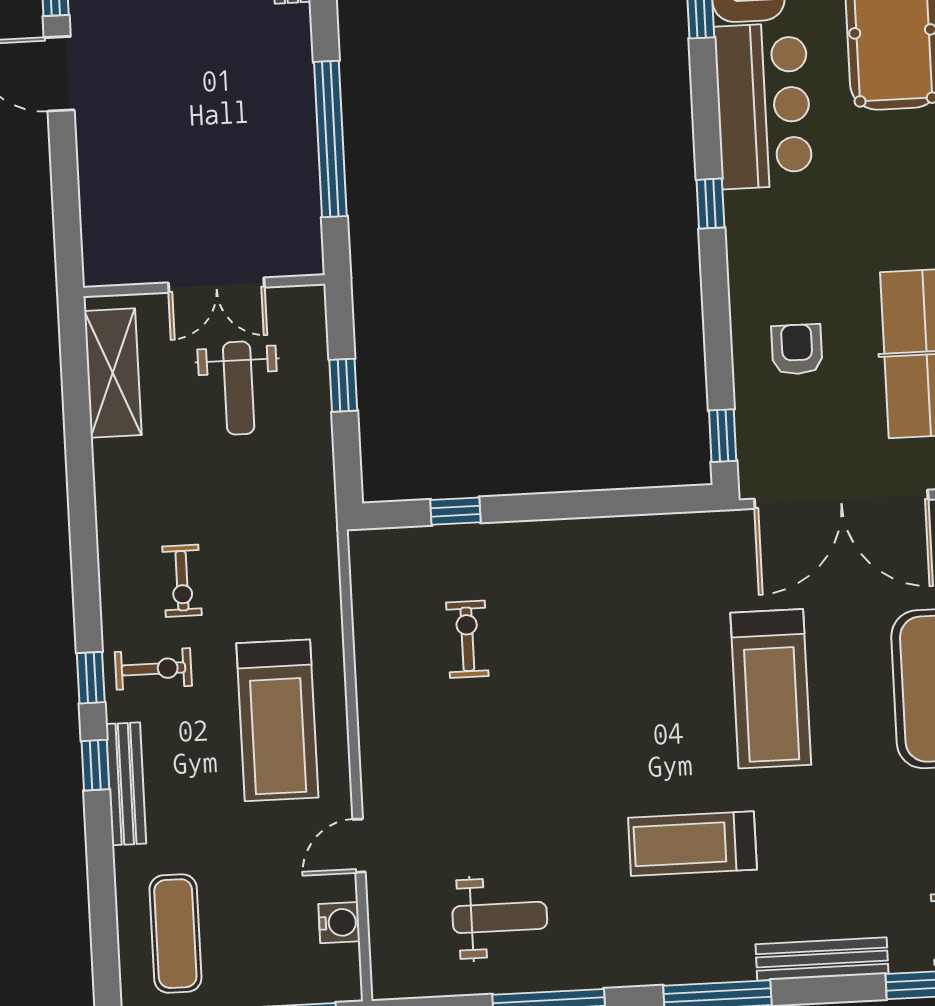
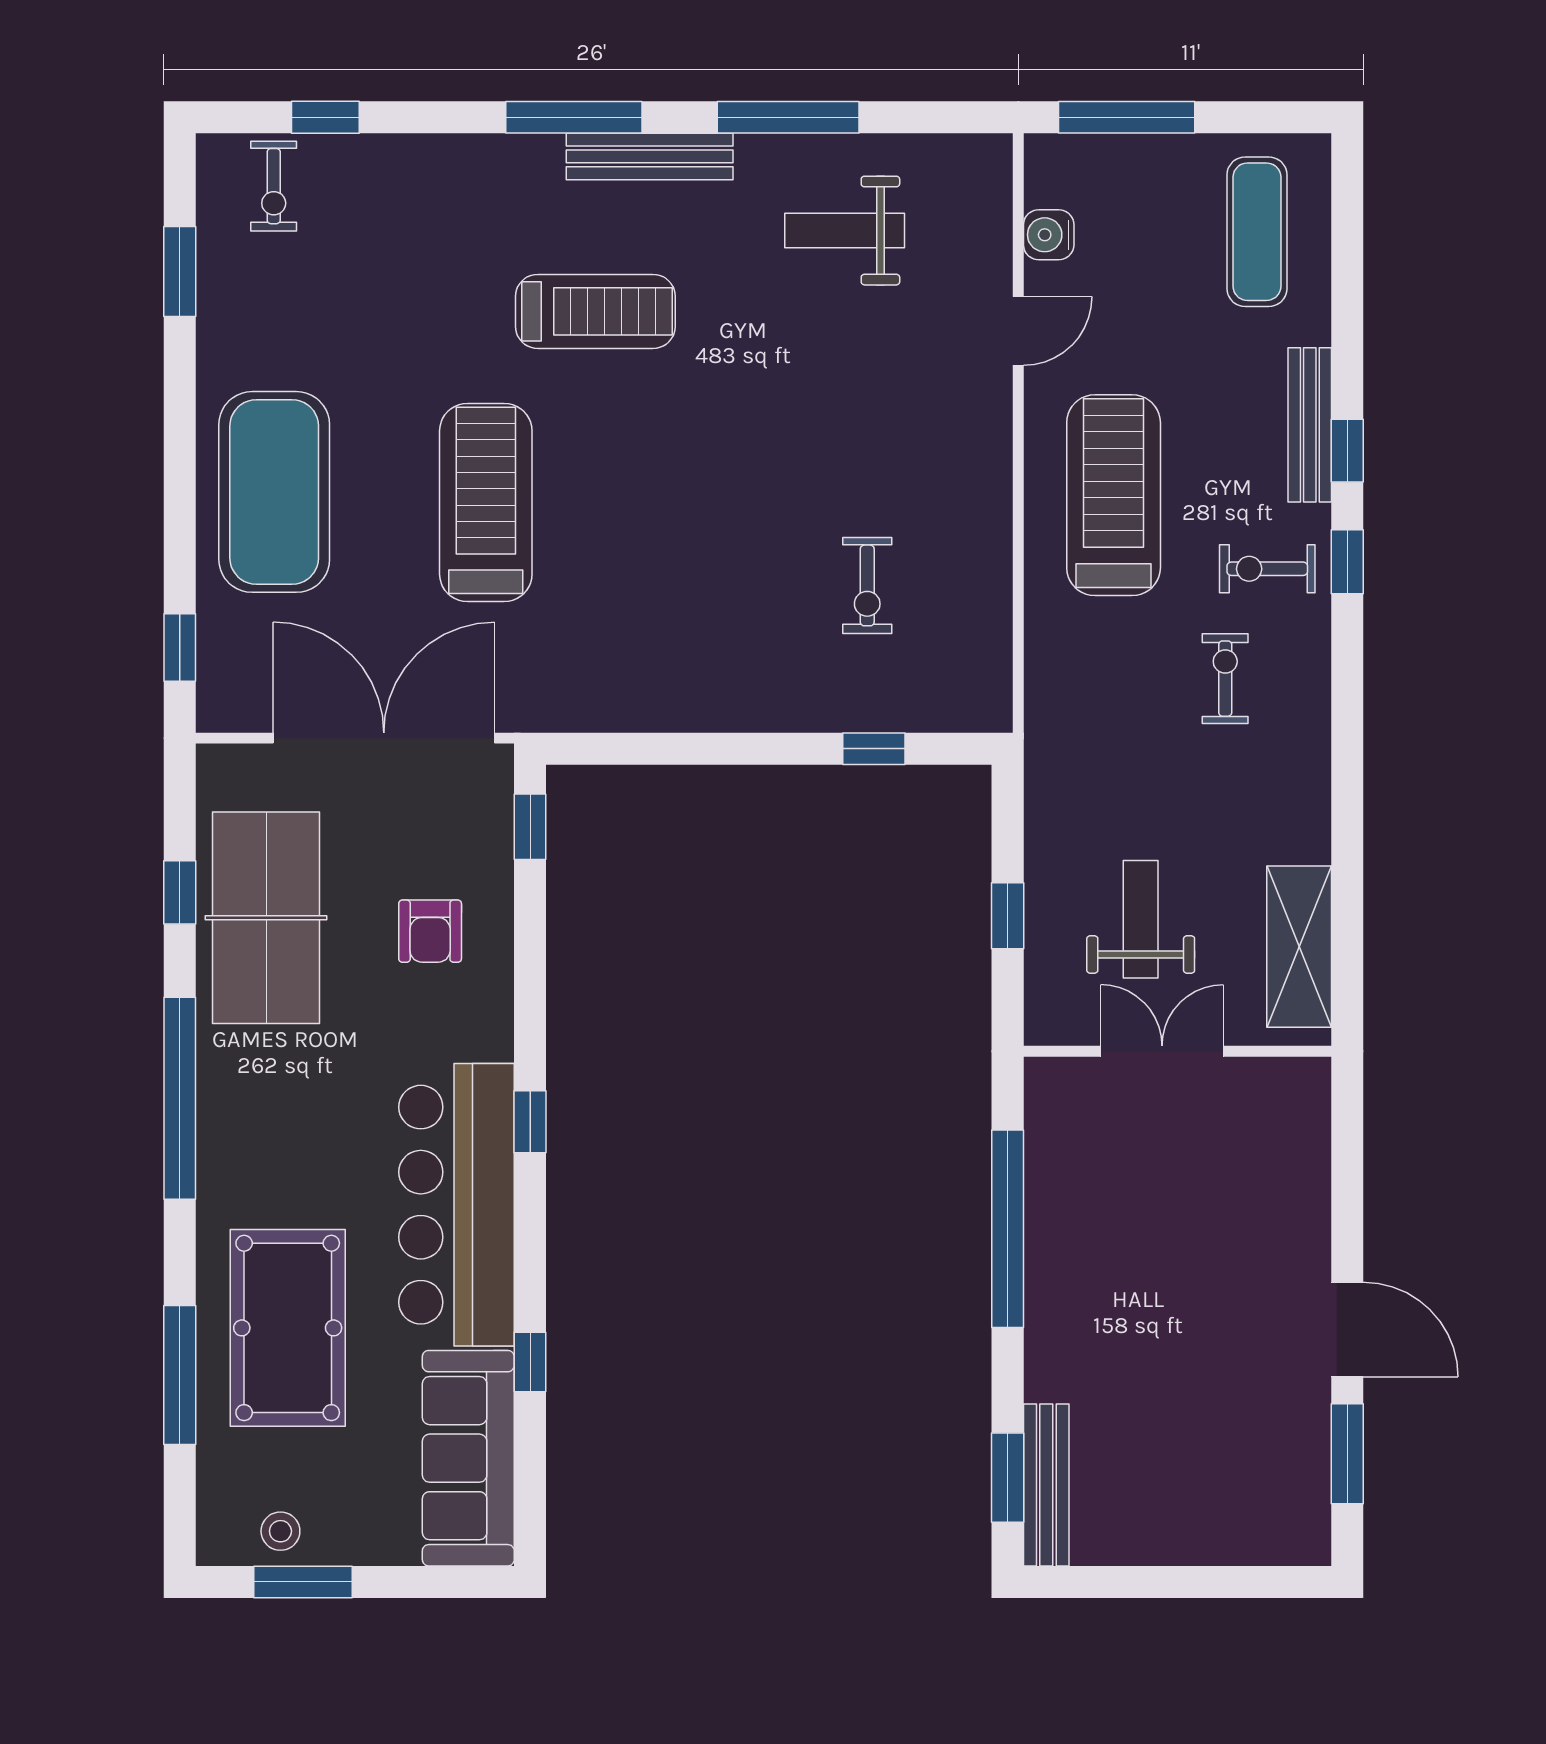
bar counter: (763, 106) -> (457, 1205), width x1.36
bench: (822, 959) -> (650, 156), moved

